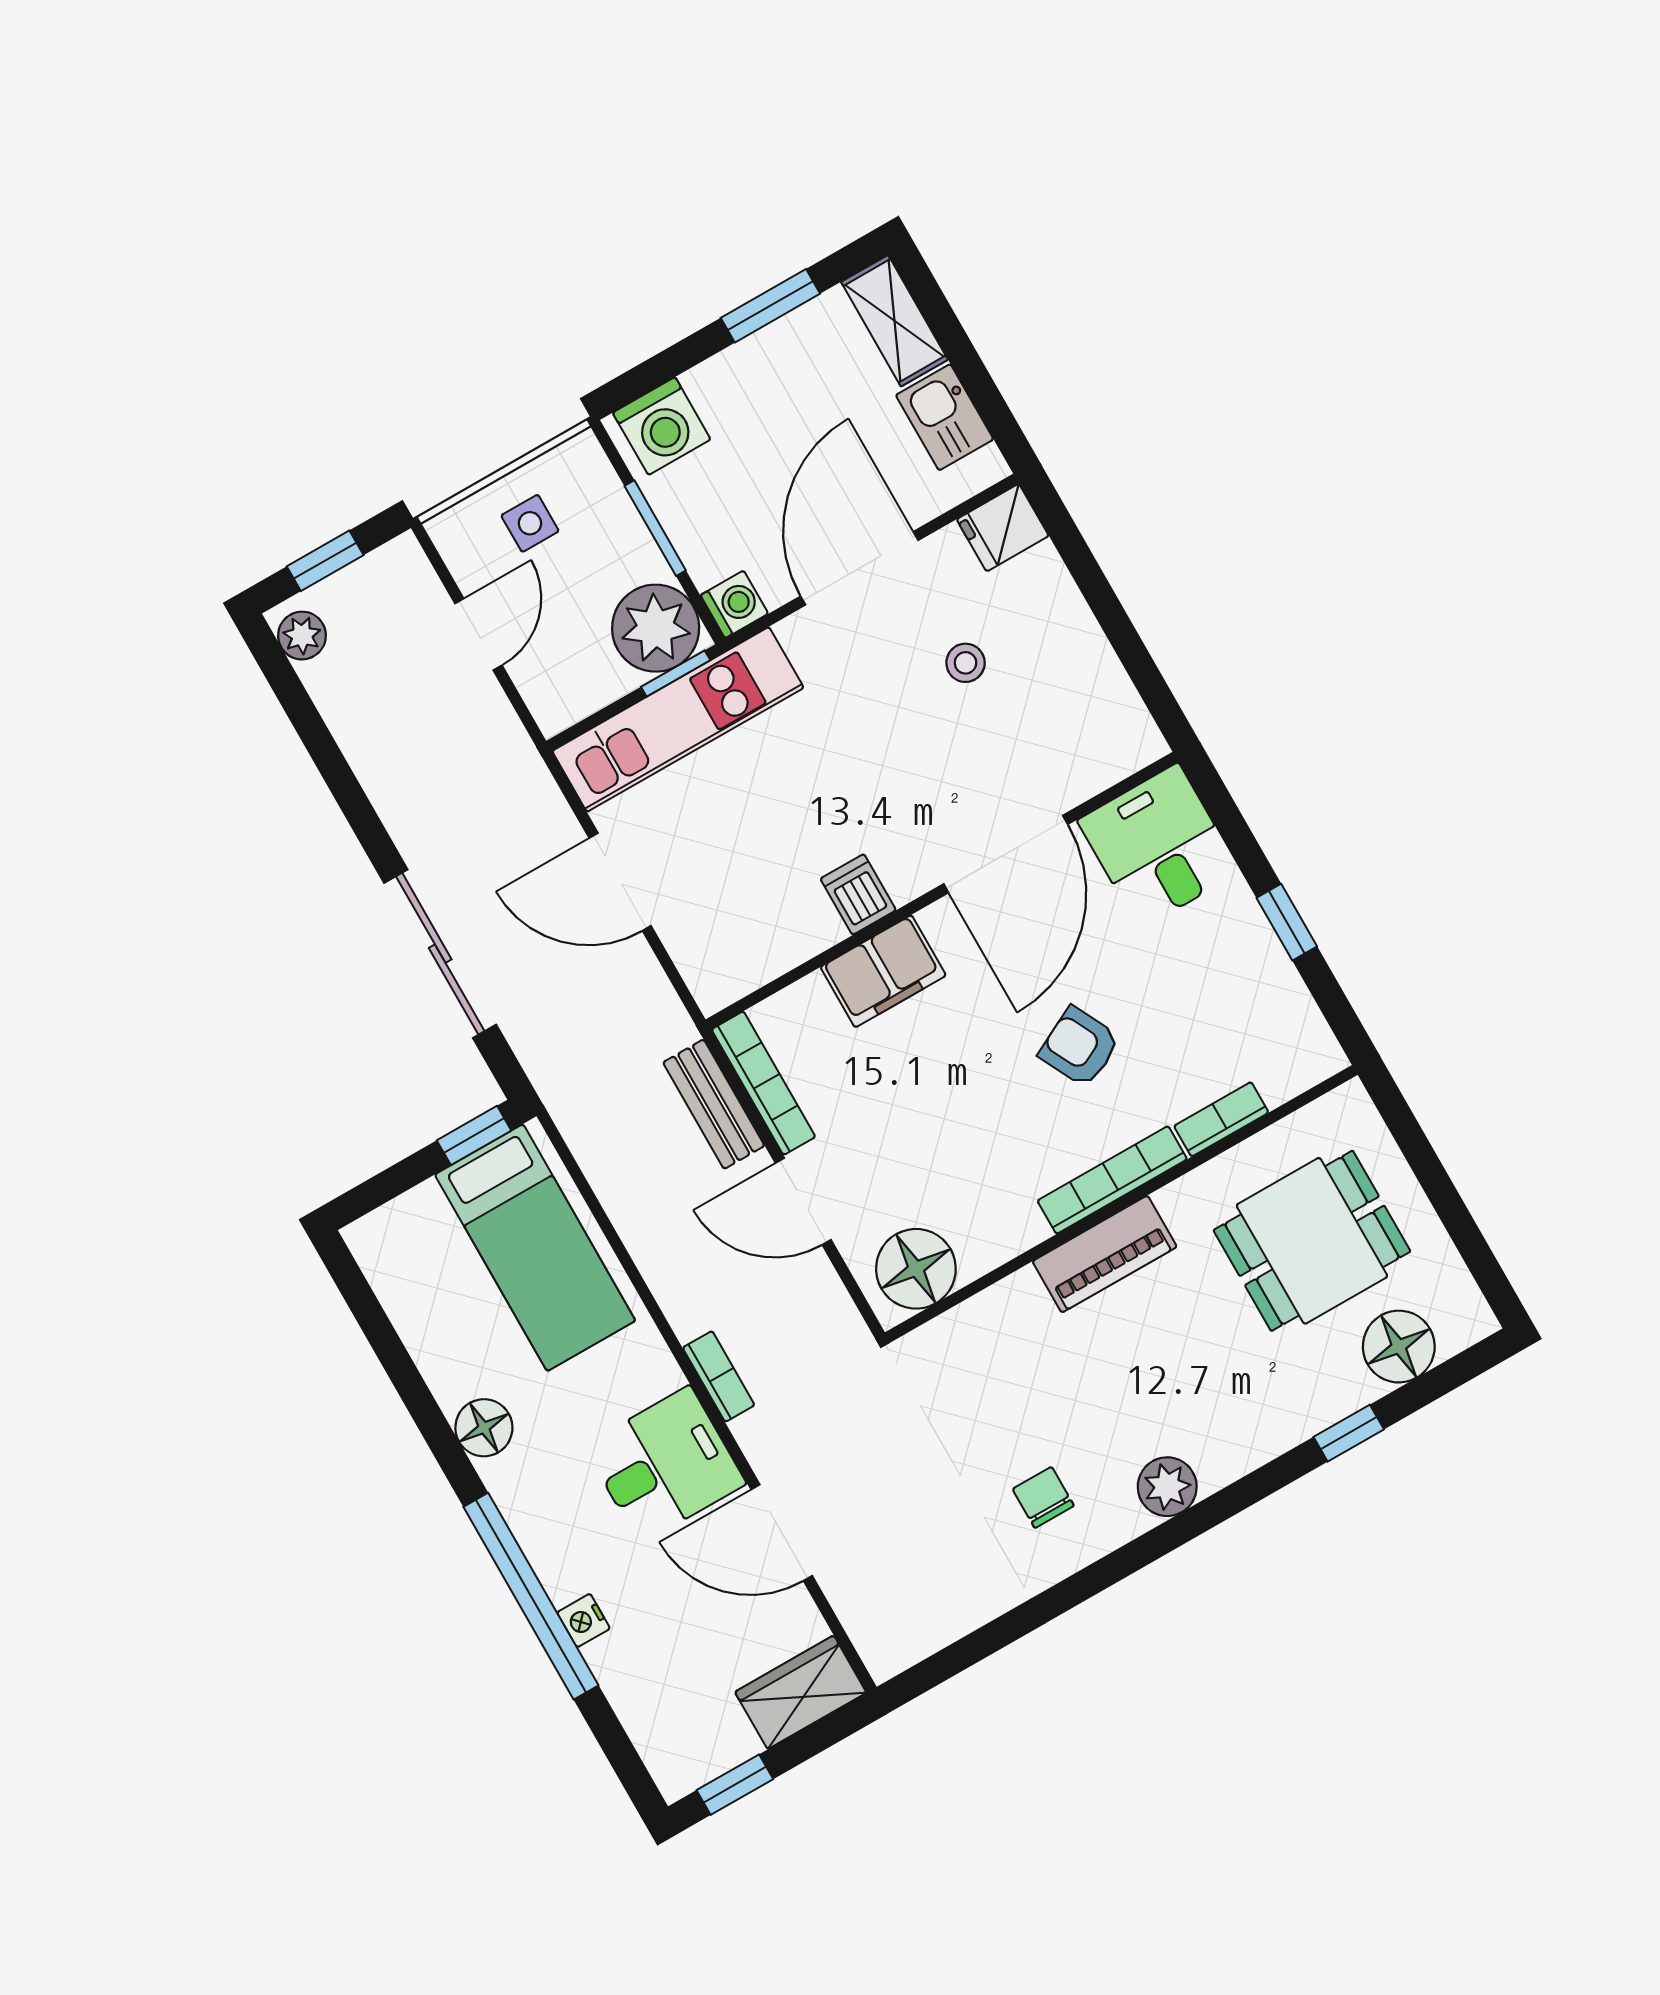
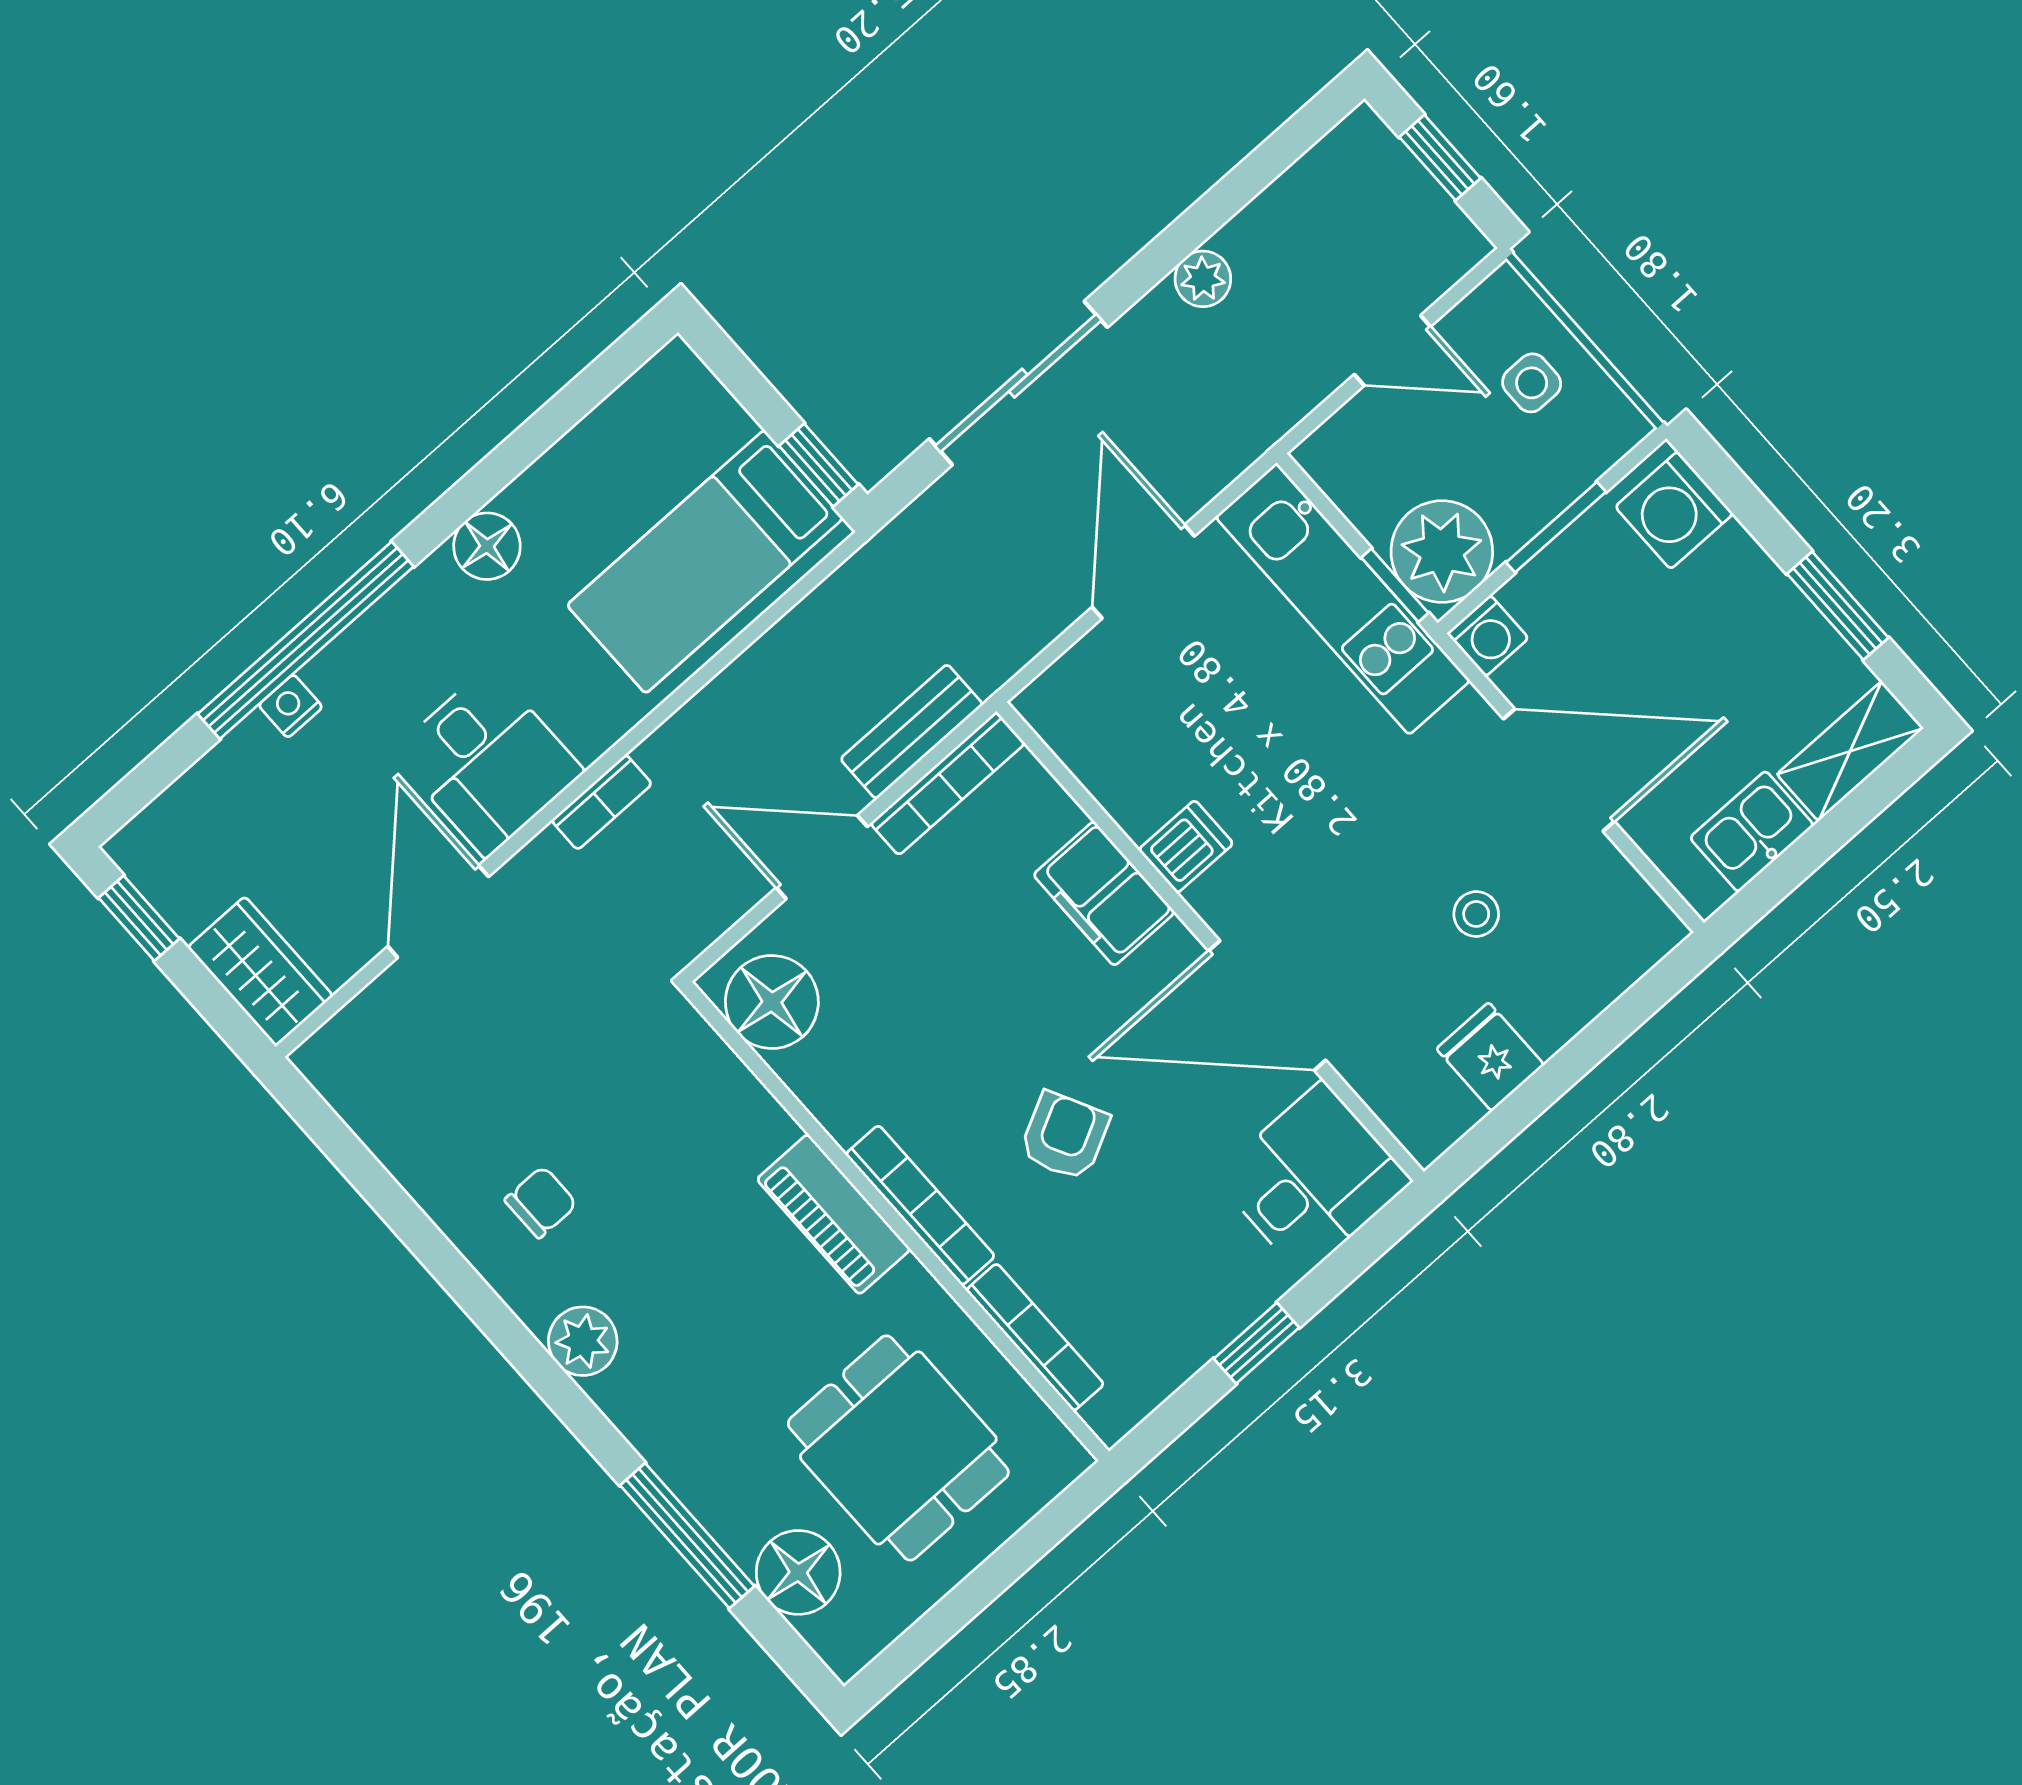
fridge: (1003, 528) -> (1490, 1057), moved
plant: (302, 636) -> (1203, 279), moved
bookcase: (1221, 1119) -> (1035, 1337), width x1.56
door: (803, 1201) -> (822, 857), hinge flipped
window: (1349, 1433) -> (687, 1536), width x2.17

